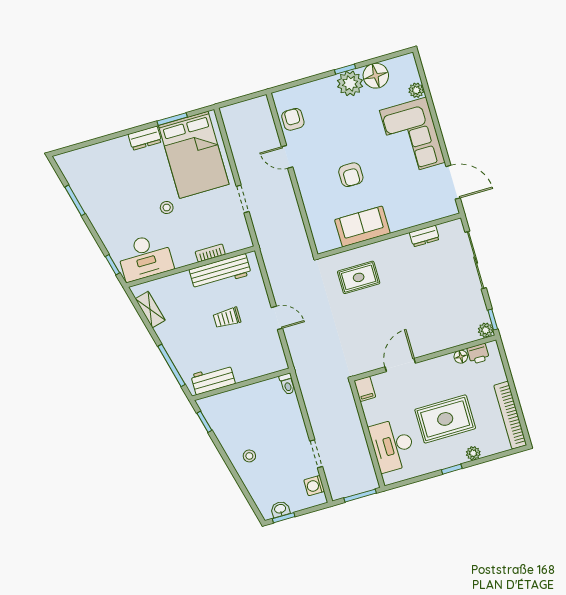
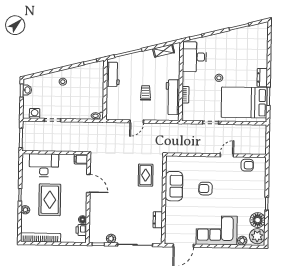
plant: (350, 83) -> (257, 236), moved
plant: (486, 330) -> (111, 239), moved

